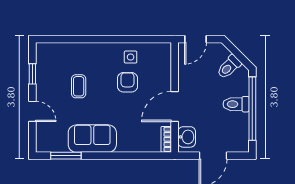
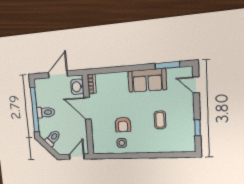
door: (175, 106) -> (87, 108), swing flipped
door: (32, 111) -> (196, 85), moved

